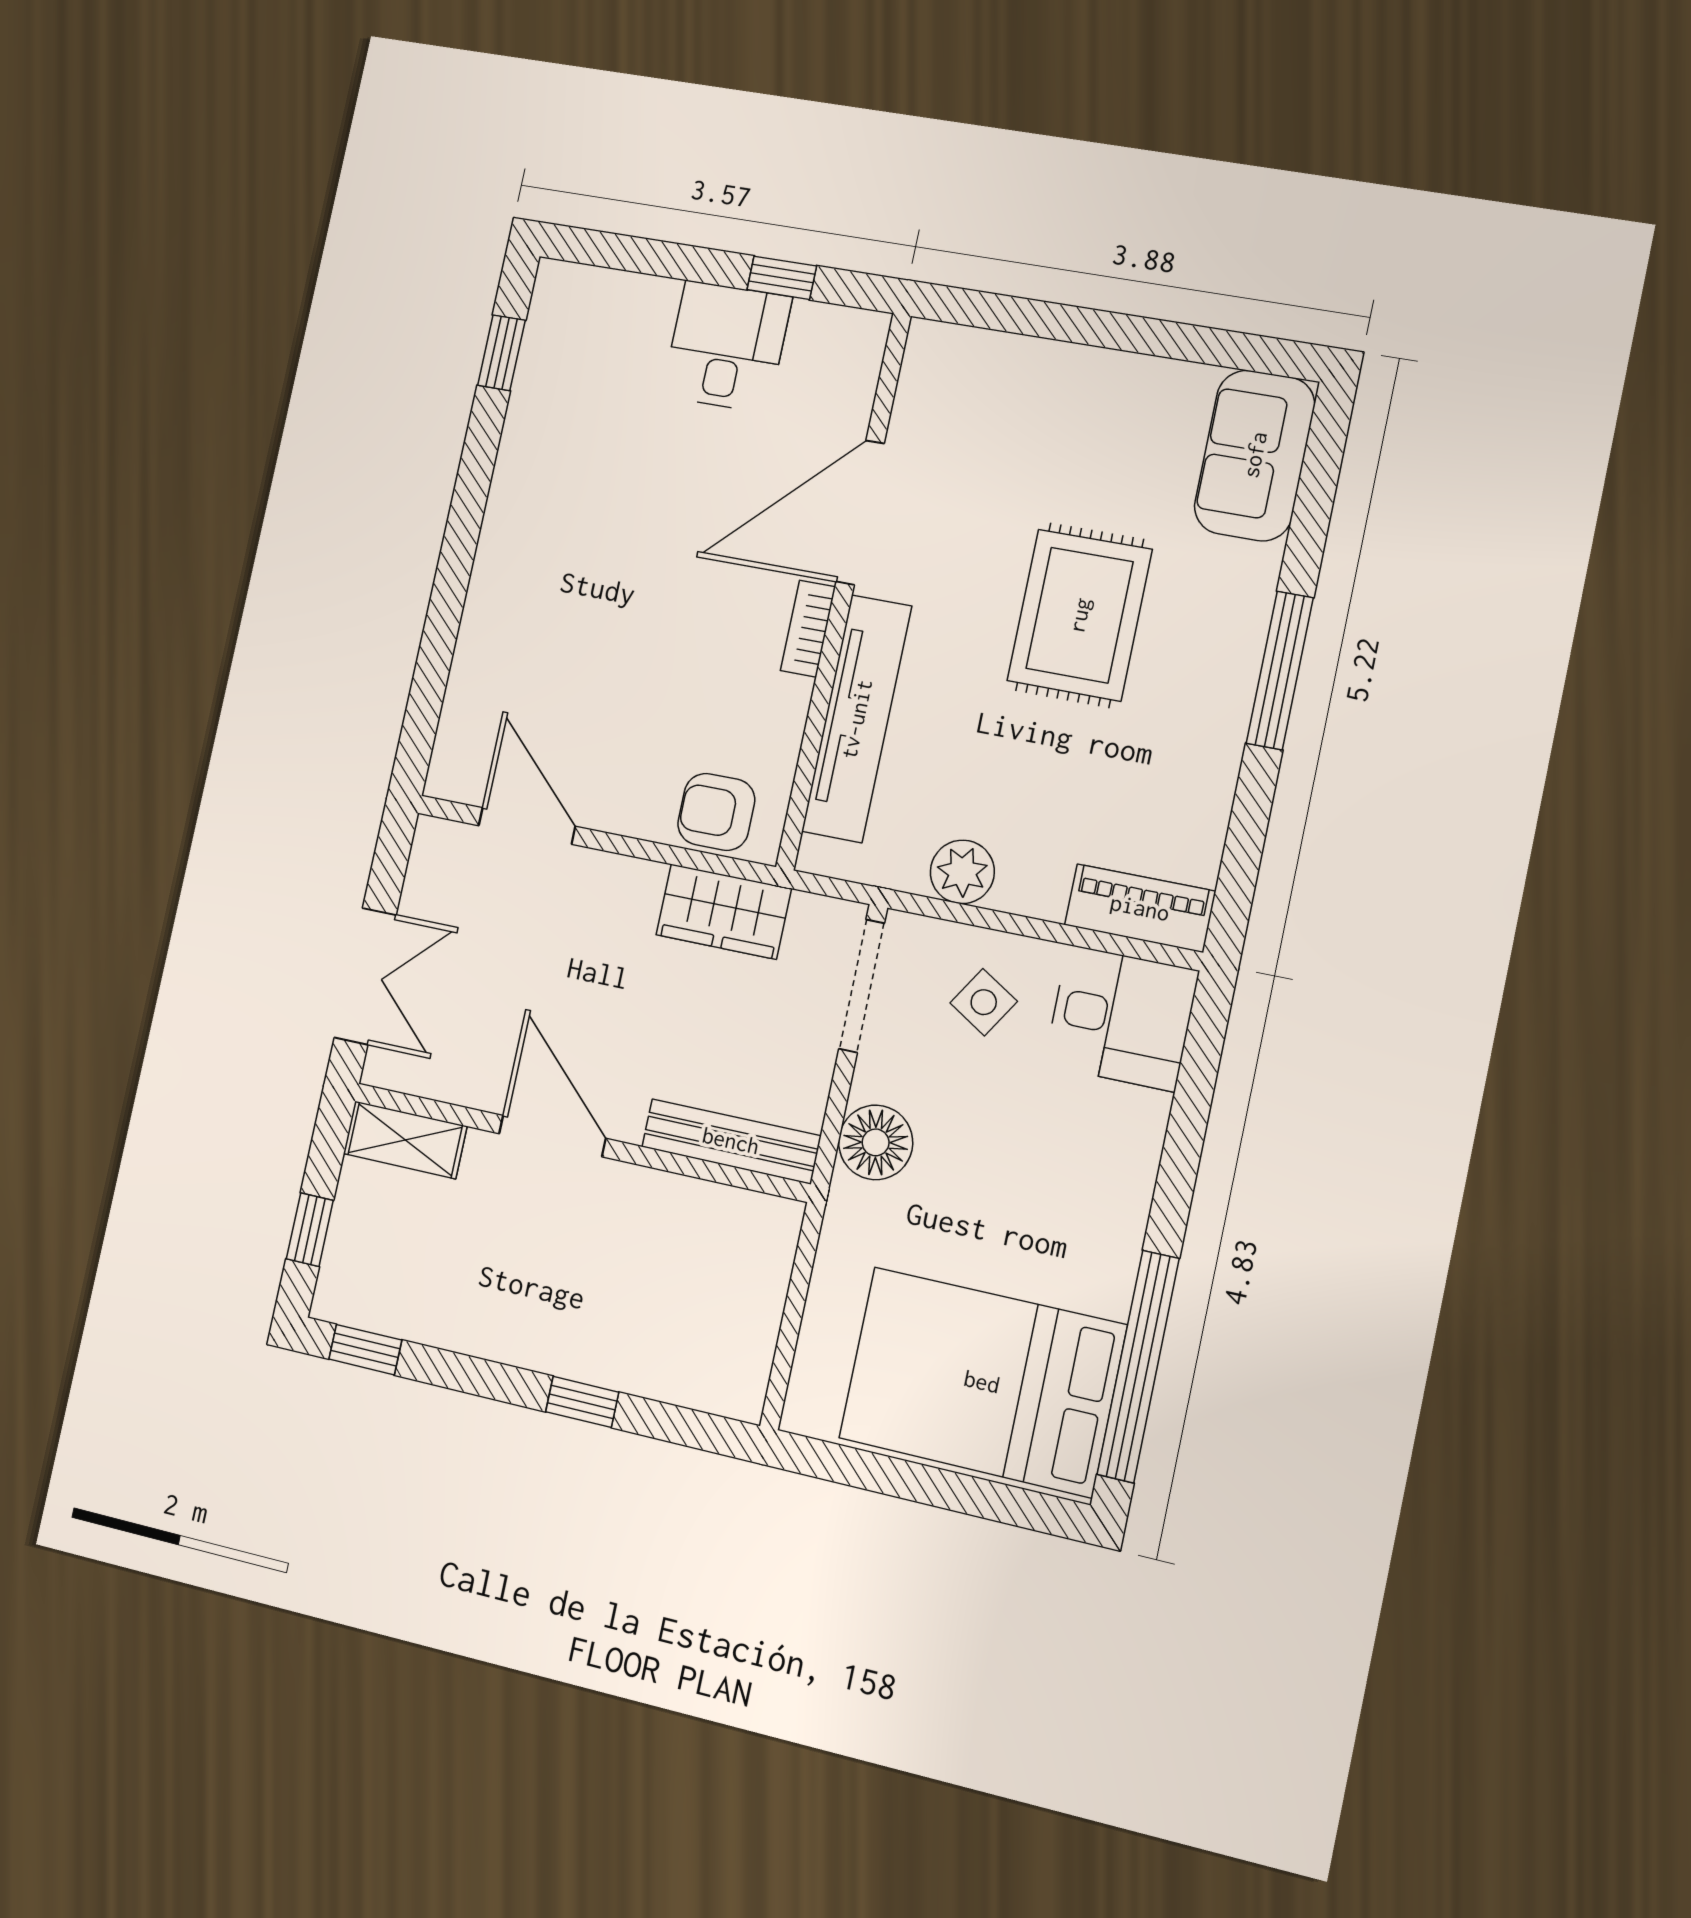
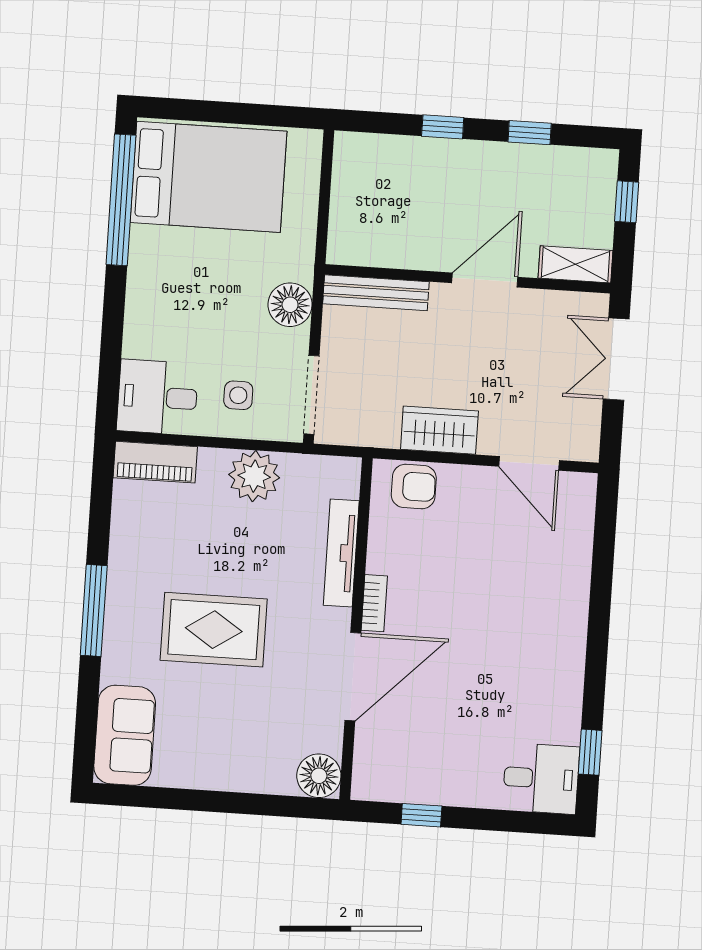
desk: (727, 346) -> (541, 778), moved, turned -90
floor lamp: (939, 357) -> (319, 776), added
rug: (1080, 615) -> (214, 630), turned 90
tv unit: (857, 719) -> (341, 553), width x0.73, depth x0.78
plant: (962, 872) -> (254, 476), width x1.36, depth x1.36
wardrobe: (724, 912) -> (439, 430), moved
side table: (984, 1002) -> (238, 395), turned -32
door: (552, 1136) -> (485, 280), swing flipped
window: (365, 1350) -> (530, 133), moved

